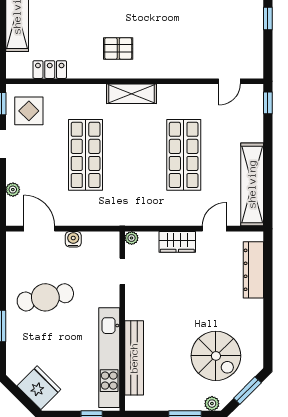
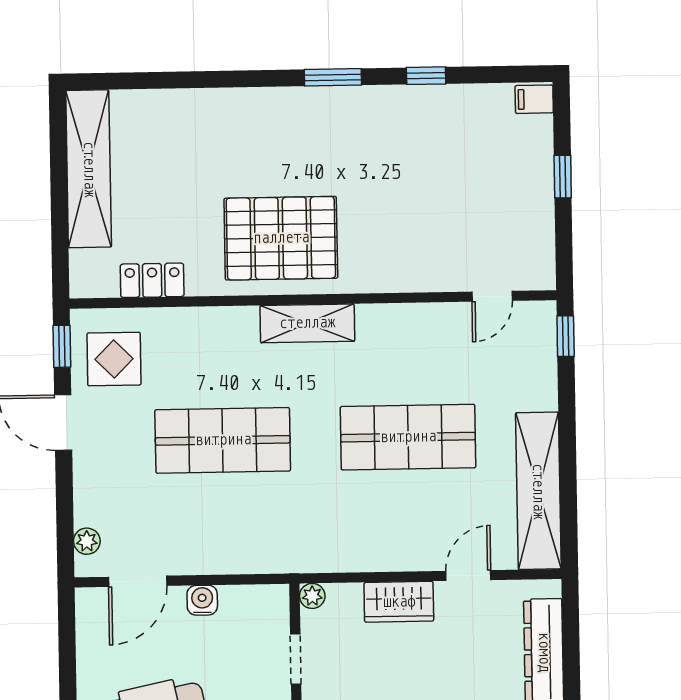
pallet: (118, 48) -> (281, 238), width x2.05, depth x2.00
shop shelf: (86, 155) -> (223, 440), turned 90
shop shelf: (184, 155) -> (408, 437), turned 90
plant: (13, 190) -> (87, 541), moved
door: (39, 229) -> (138, 581), swing flipped

